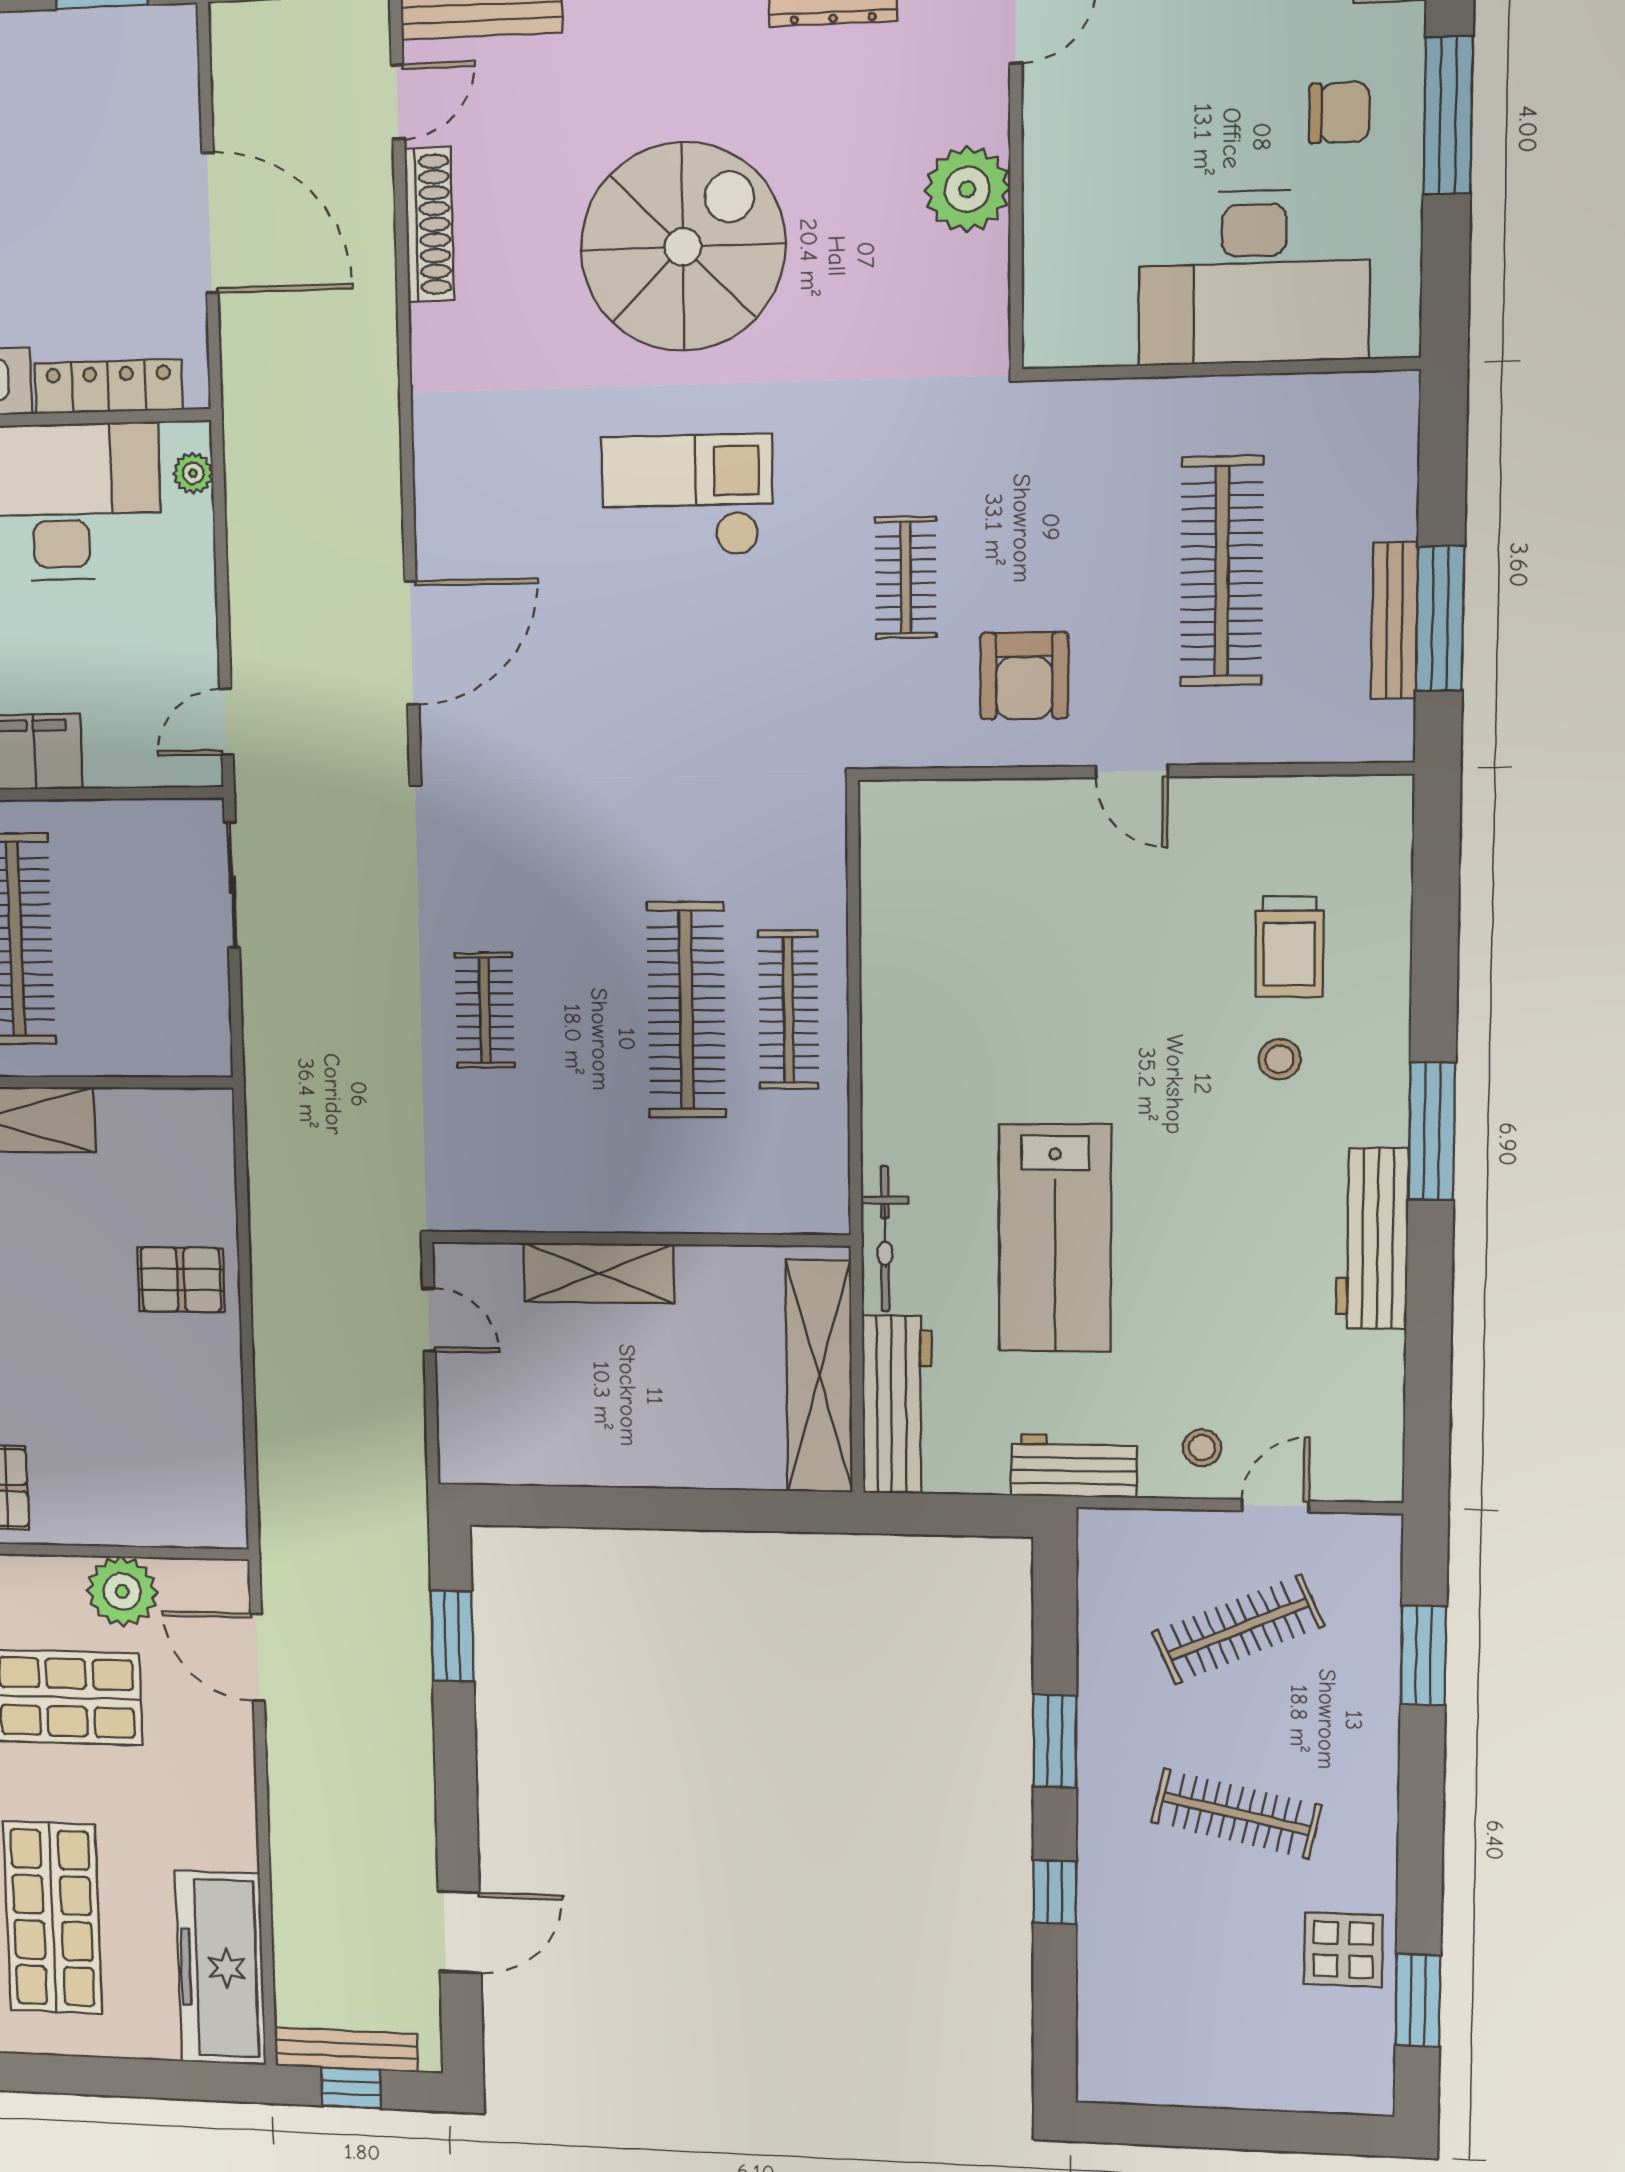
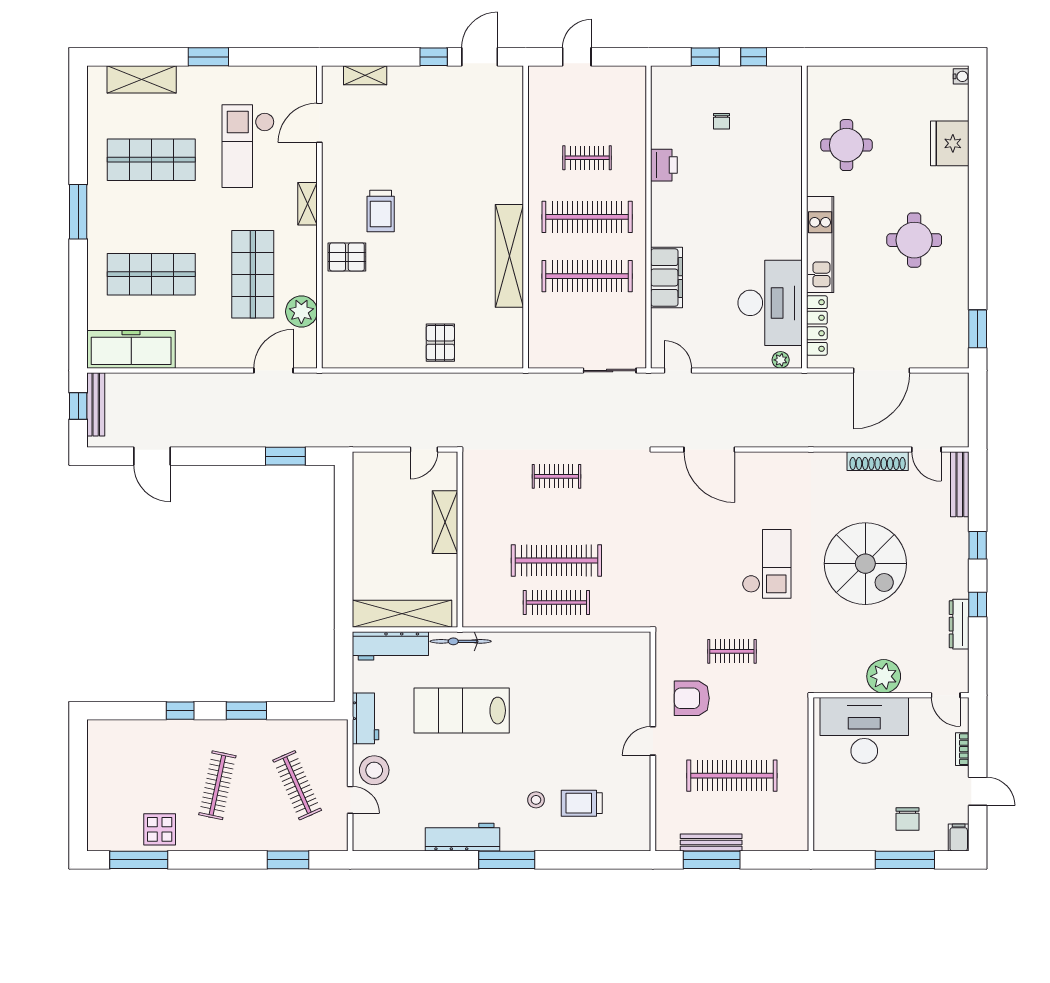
desk: (1254, 277) -> (864, 730), moved, turned 90
stool: (1202, 1448) -> (374, 770), width x1.89, depth x1.89
window: (1418, 2000) -> (139, 860), width x1.44

